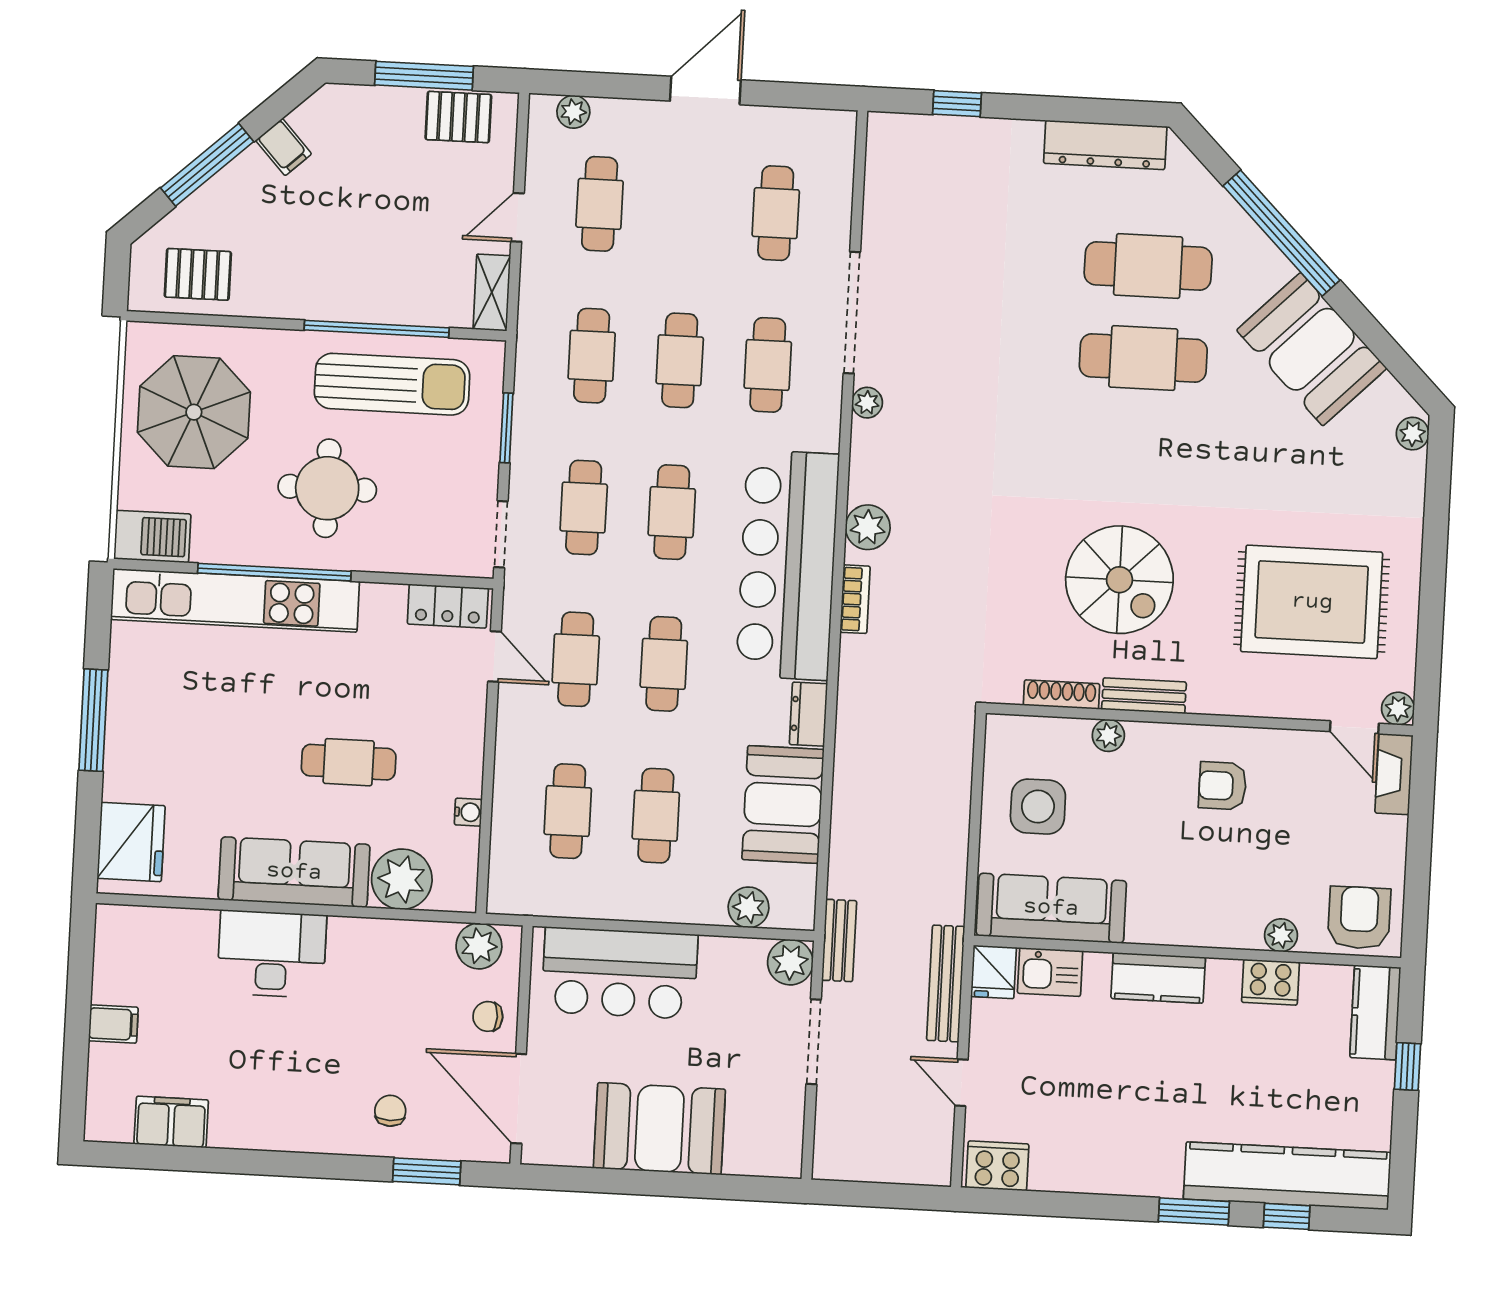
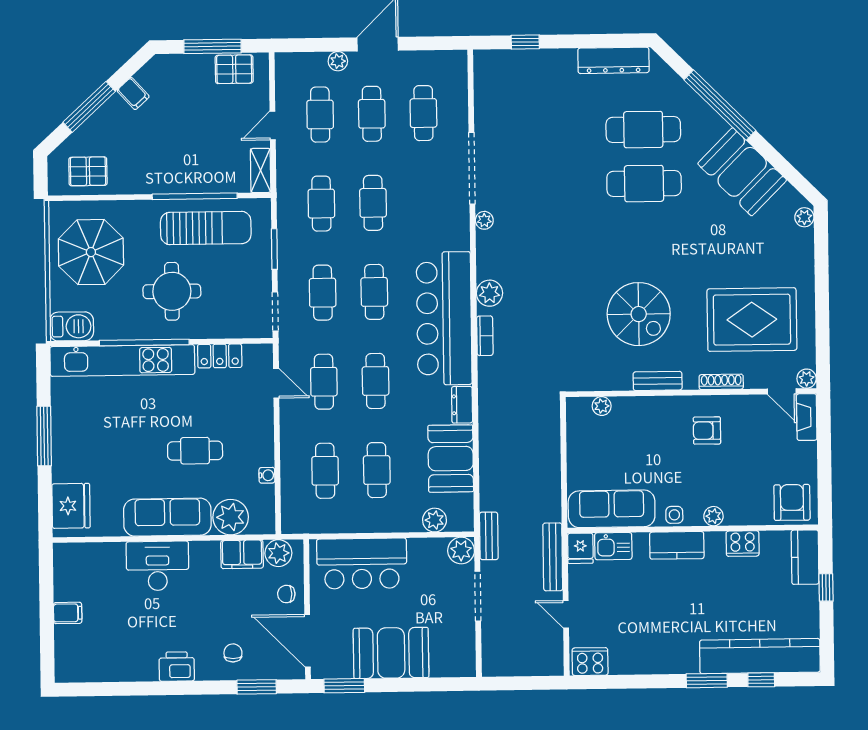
plant: (573, 112) -> (338, 61), moved
cafe table: (768, 365) -> (372, 114), moved
locker: (448, 606) -> (220, 356), moved
shoe rack: (1061, 695) -> (721, 382), moved
plant: (1108, 735) -> (602, 406), moved
side table: (1038, 807) -> (674, 515), moved, width x0.54, depth x0.54
plant: (1281, 935) -> (713, 516), moved
filing cabinet: (171, 1122) -> (242, 554), moved, turned 180
printer: (293, 1128) -> (177, 667), added
window: (576, 1179) -> (344, 686), added

